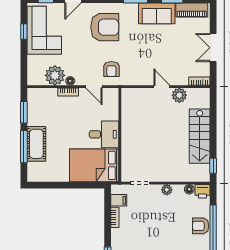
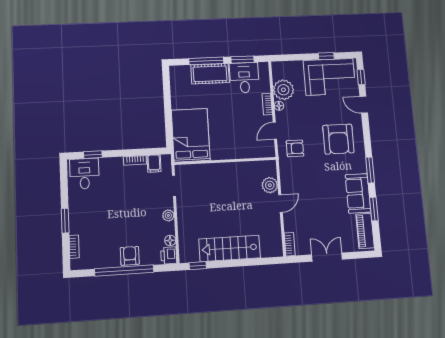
armchair: (111, 69) -> (295, 148), turned 180
plant: (179, 95) -> (270, 185), moved
desk: (104, 134) -> (244, 78), moved, turned 180

